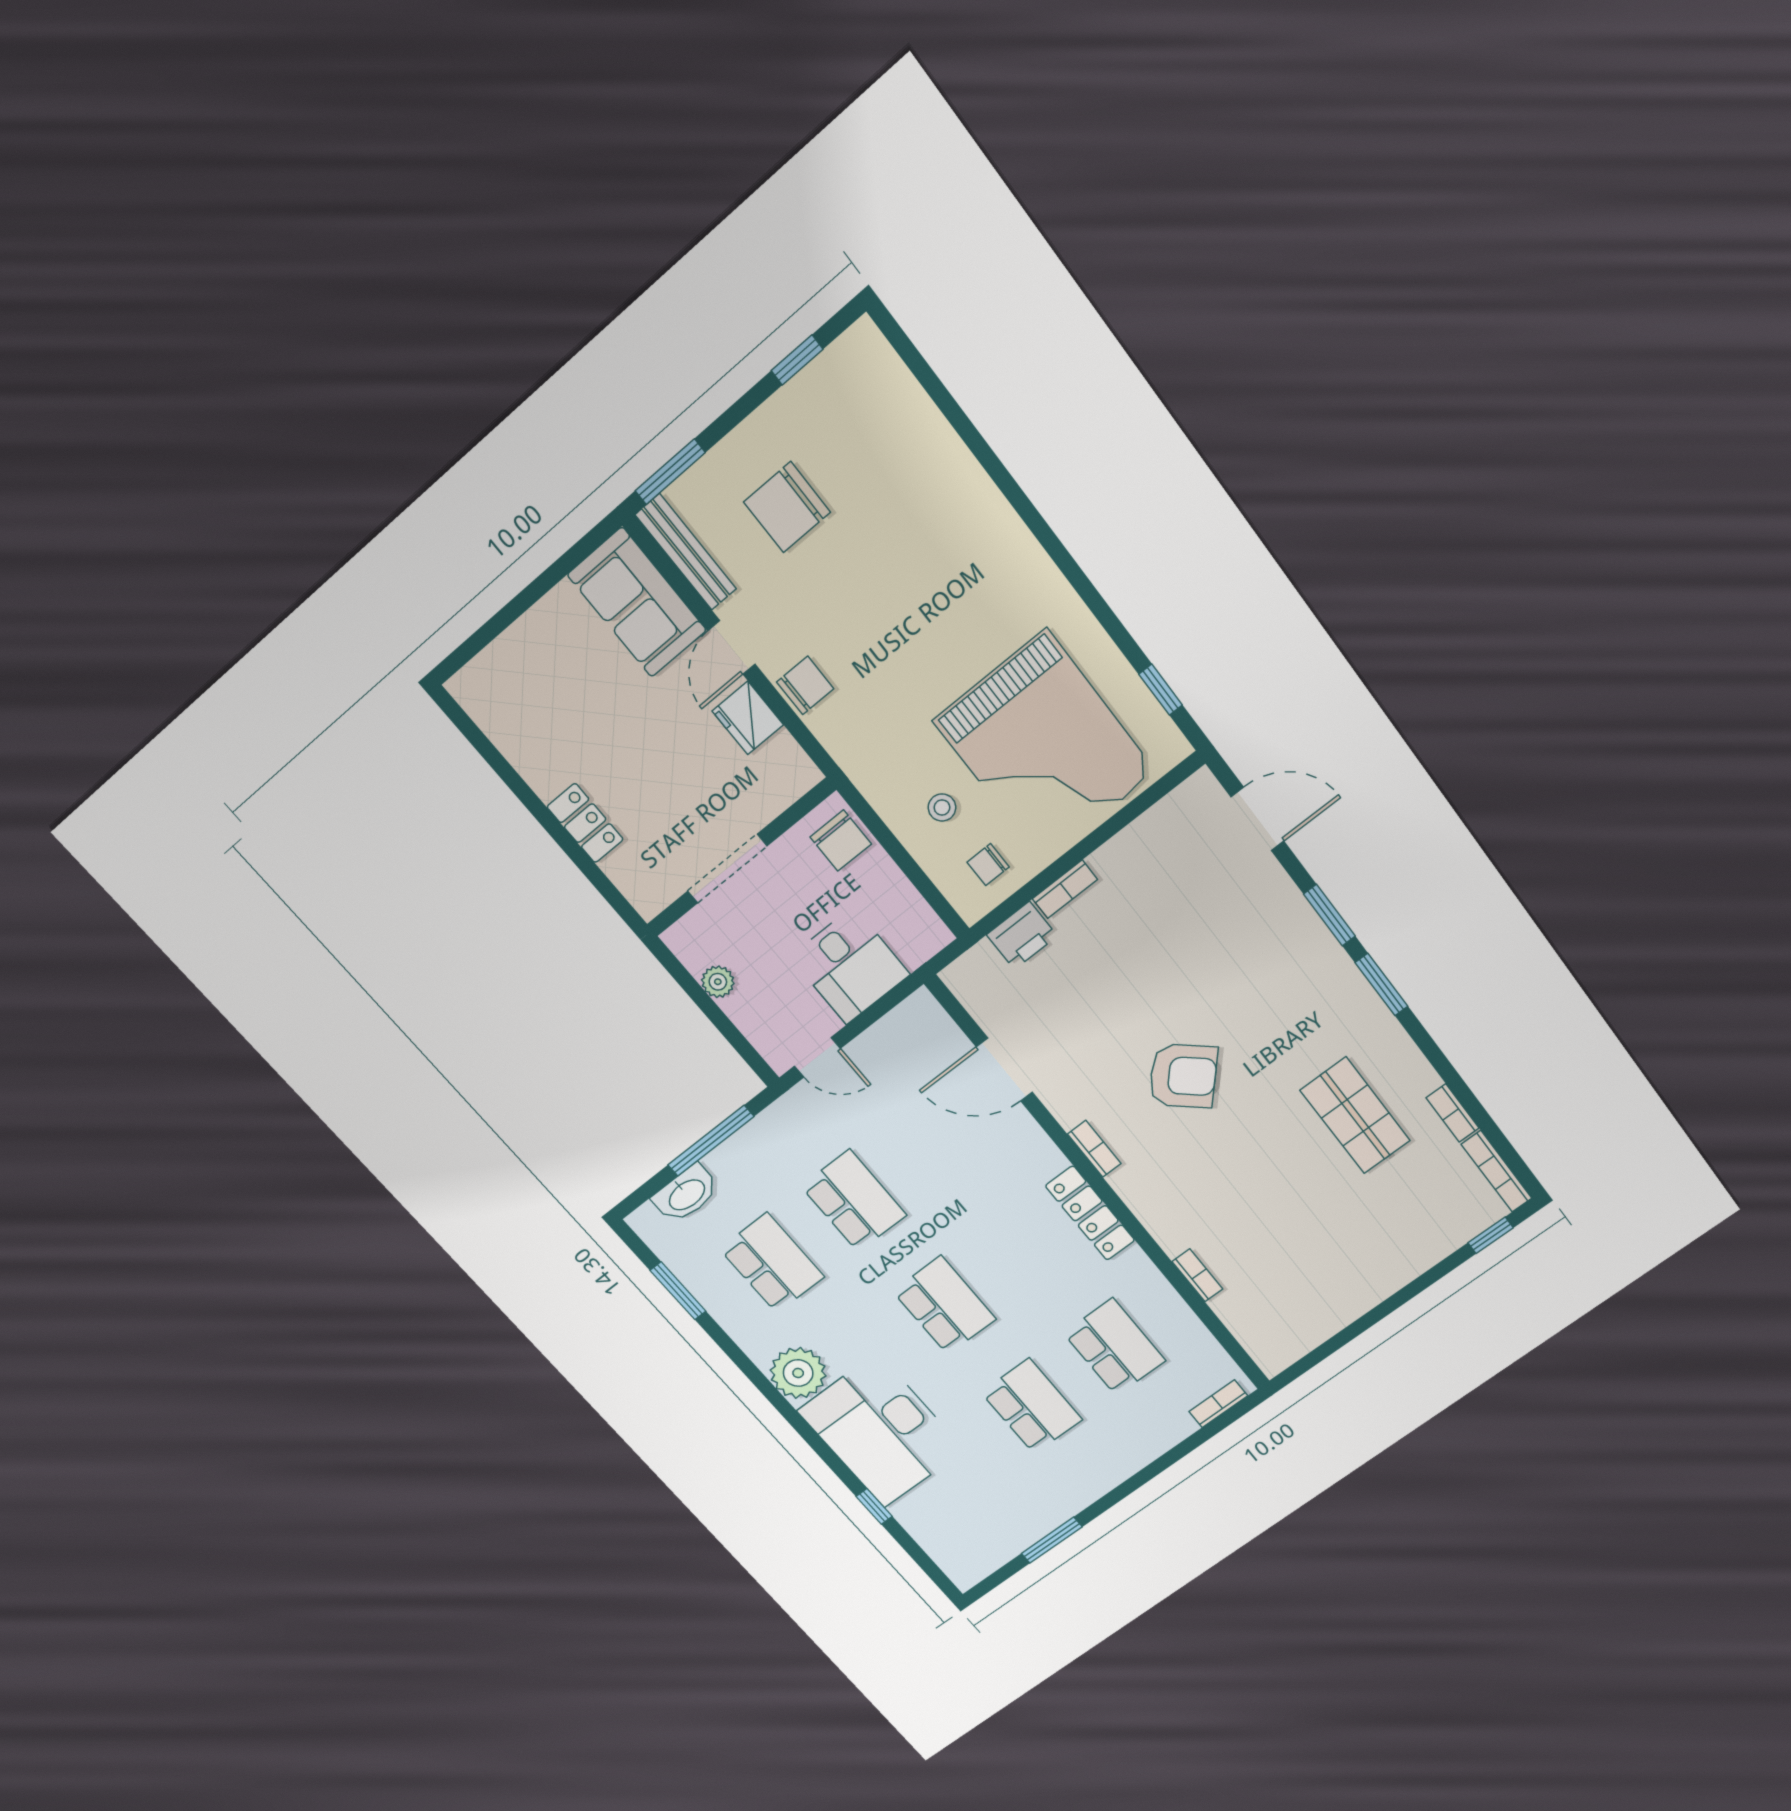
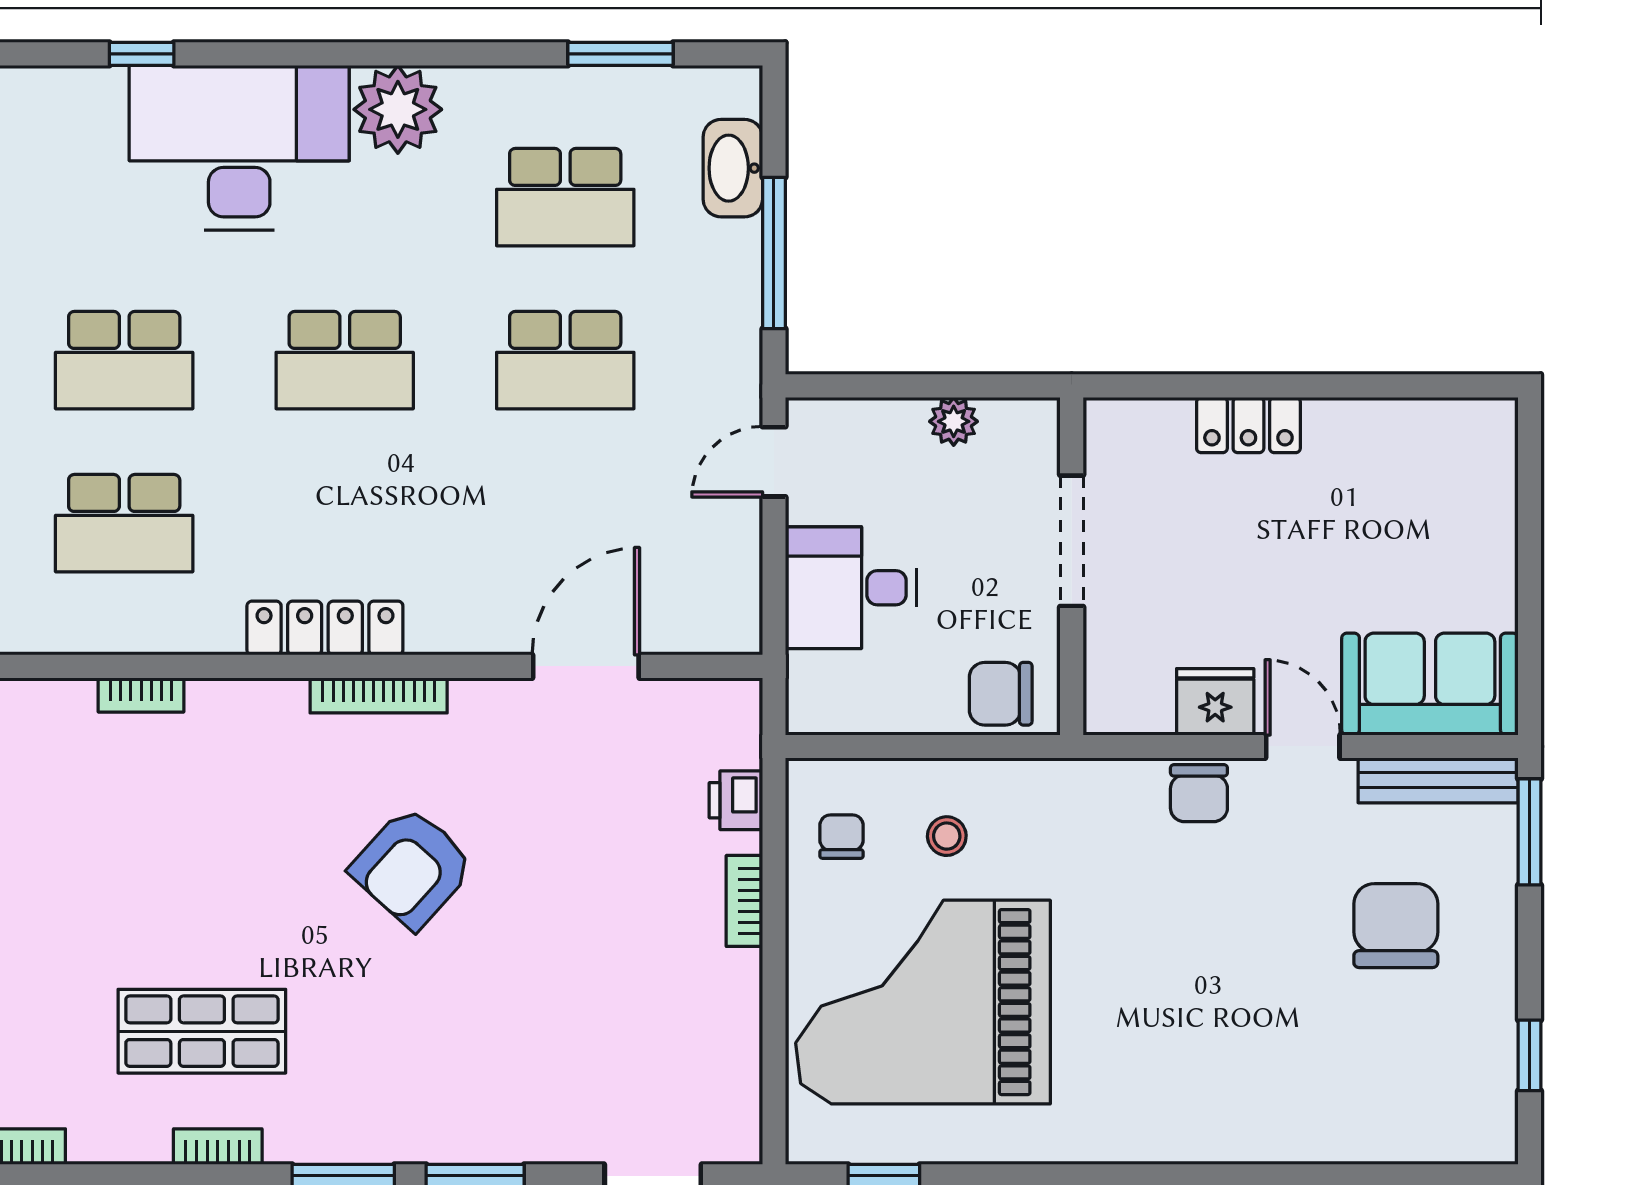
printer: (1022, 935) -> (736, 800), width x0.73, depth x0.81
bookcase: (1453, 1113) -> (218, 1147), moved
bookcase: (1094, 1149) -> (379, 695), width x1.56

